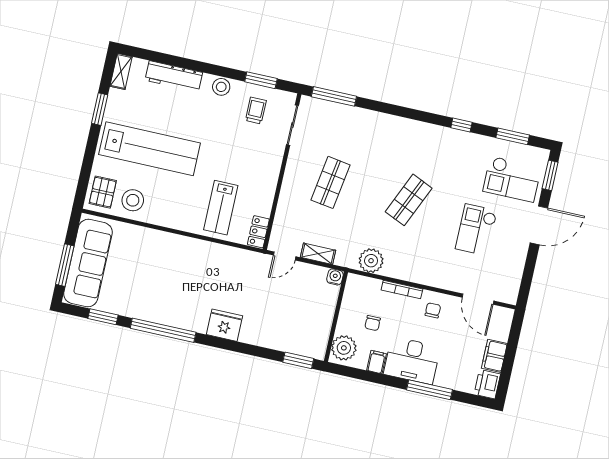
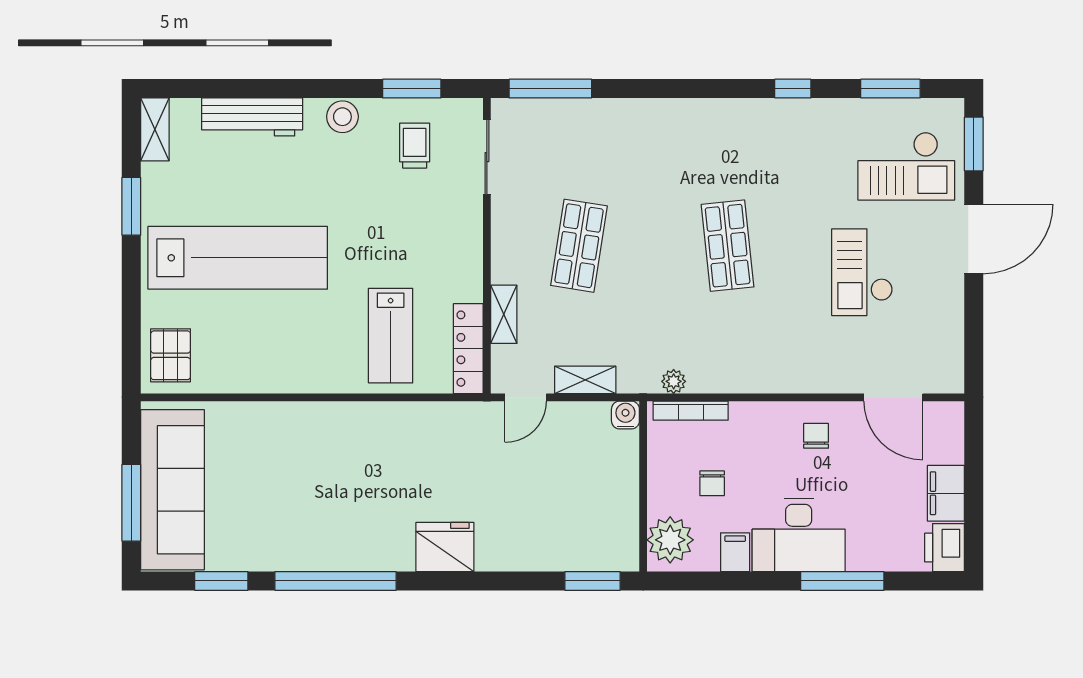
stool: (133, 200) -> (228, 358), removed
shop shelf: (409, 200) -> (728, 246), turned -30
shelving: (283, 210) -> (504, 314), added
locker: (258, 232) -> (468, 349), width x1.53
plant: (371, 261) -> (674, 381), width x0.53, depth x0.53
bookcase: (402, 290) -> (691, 411), moved

